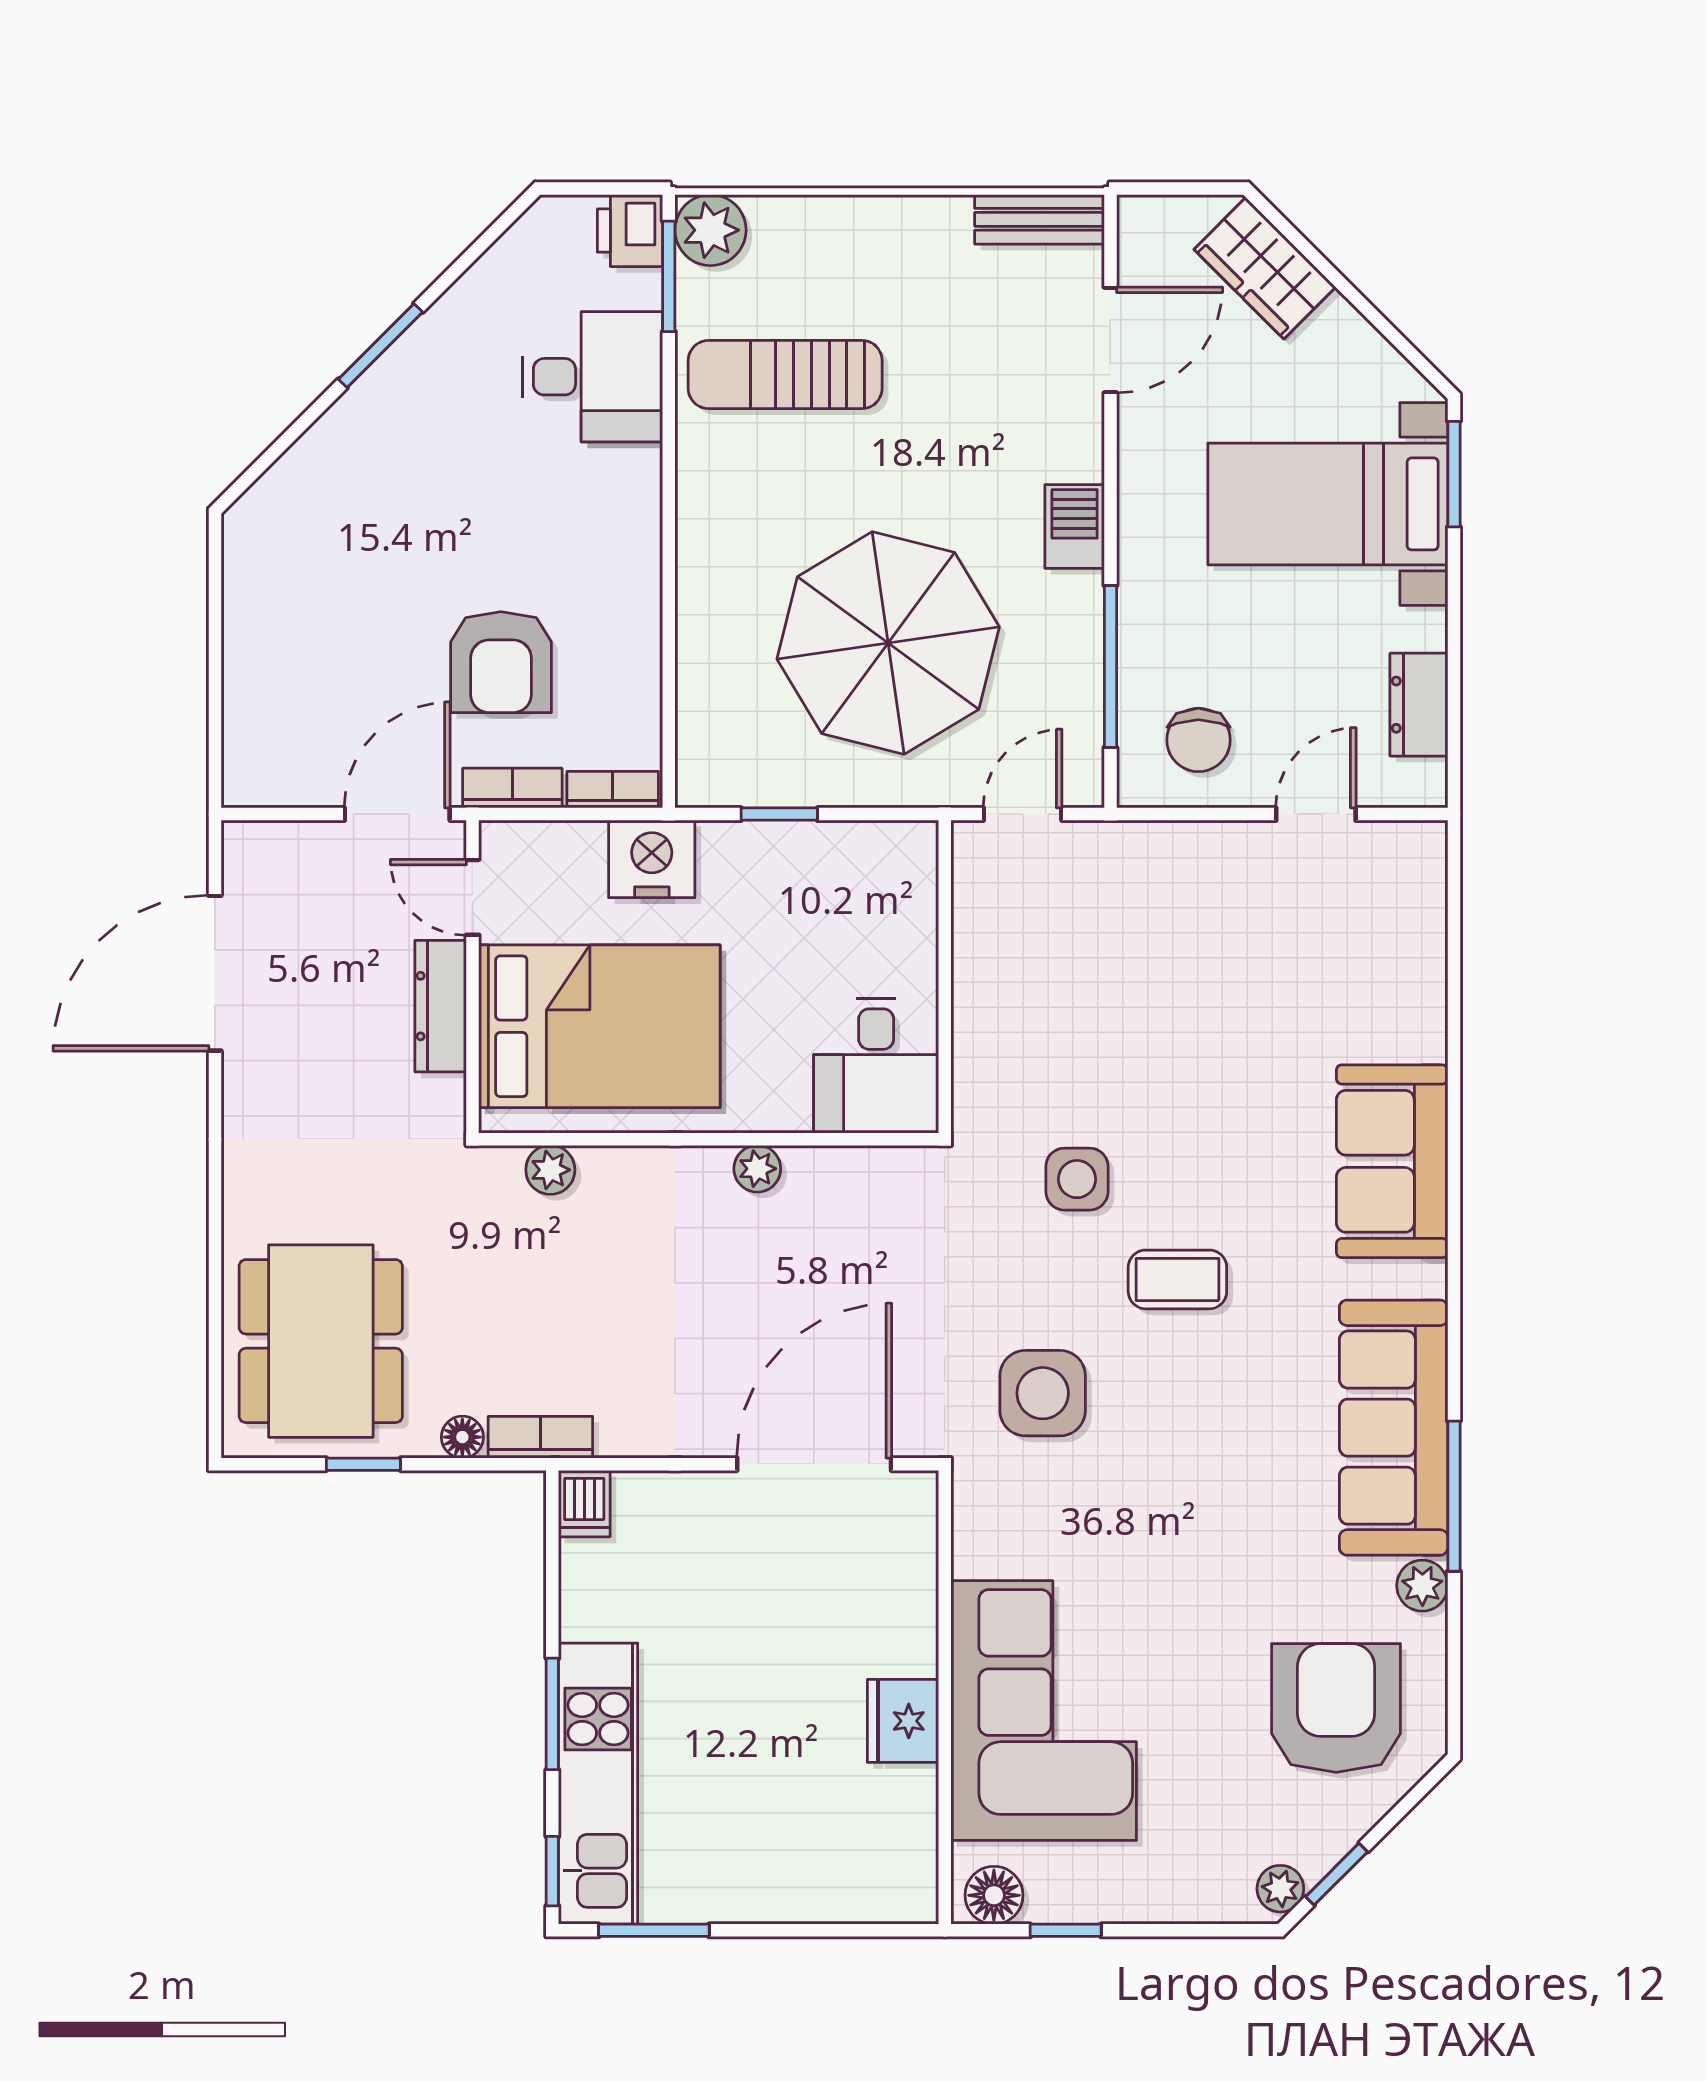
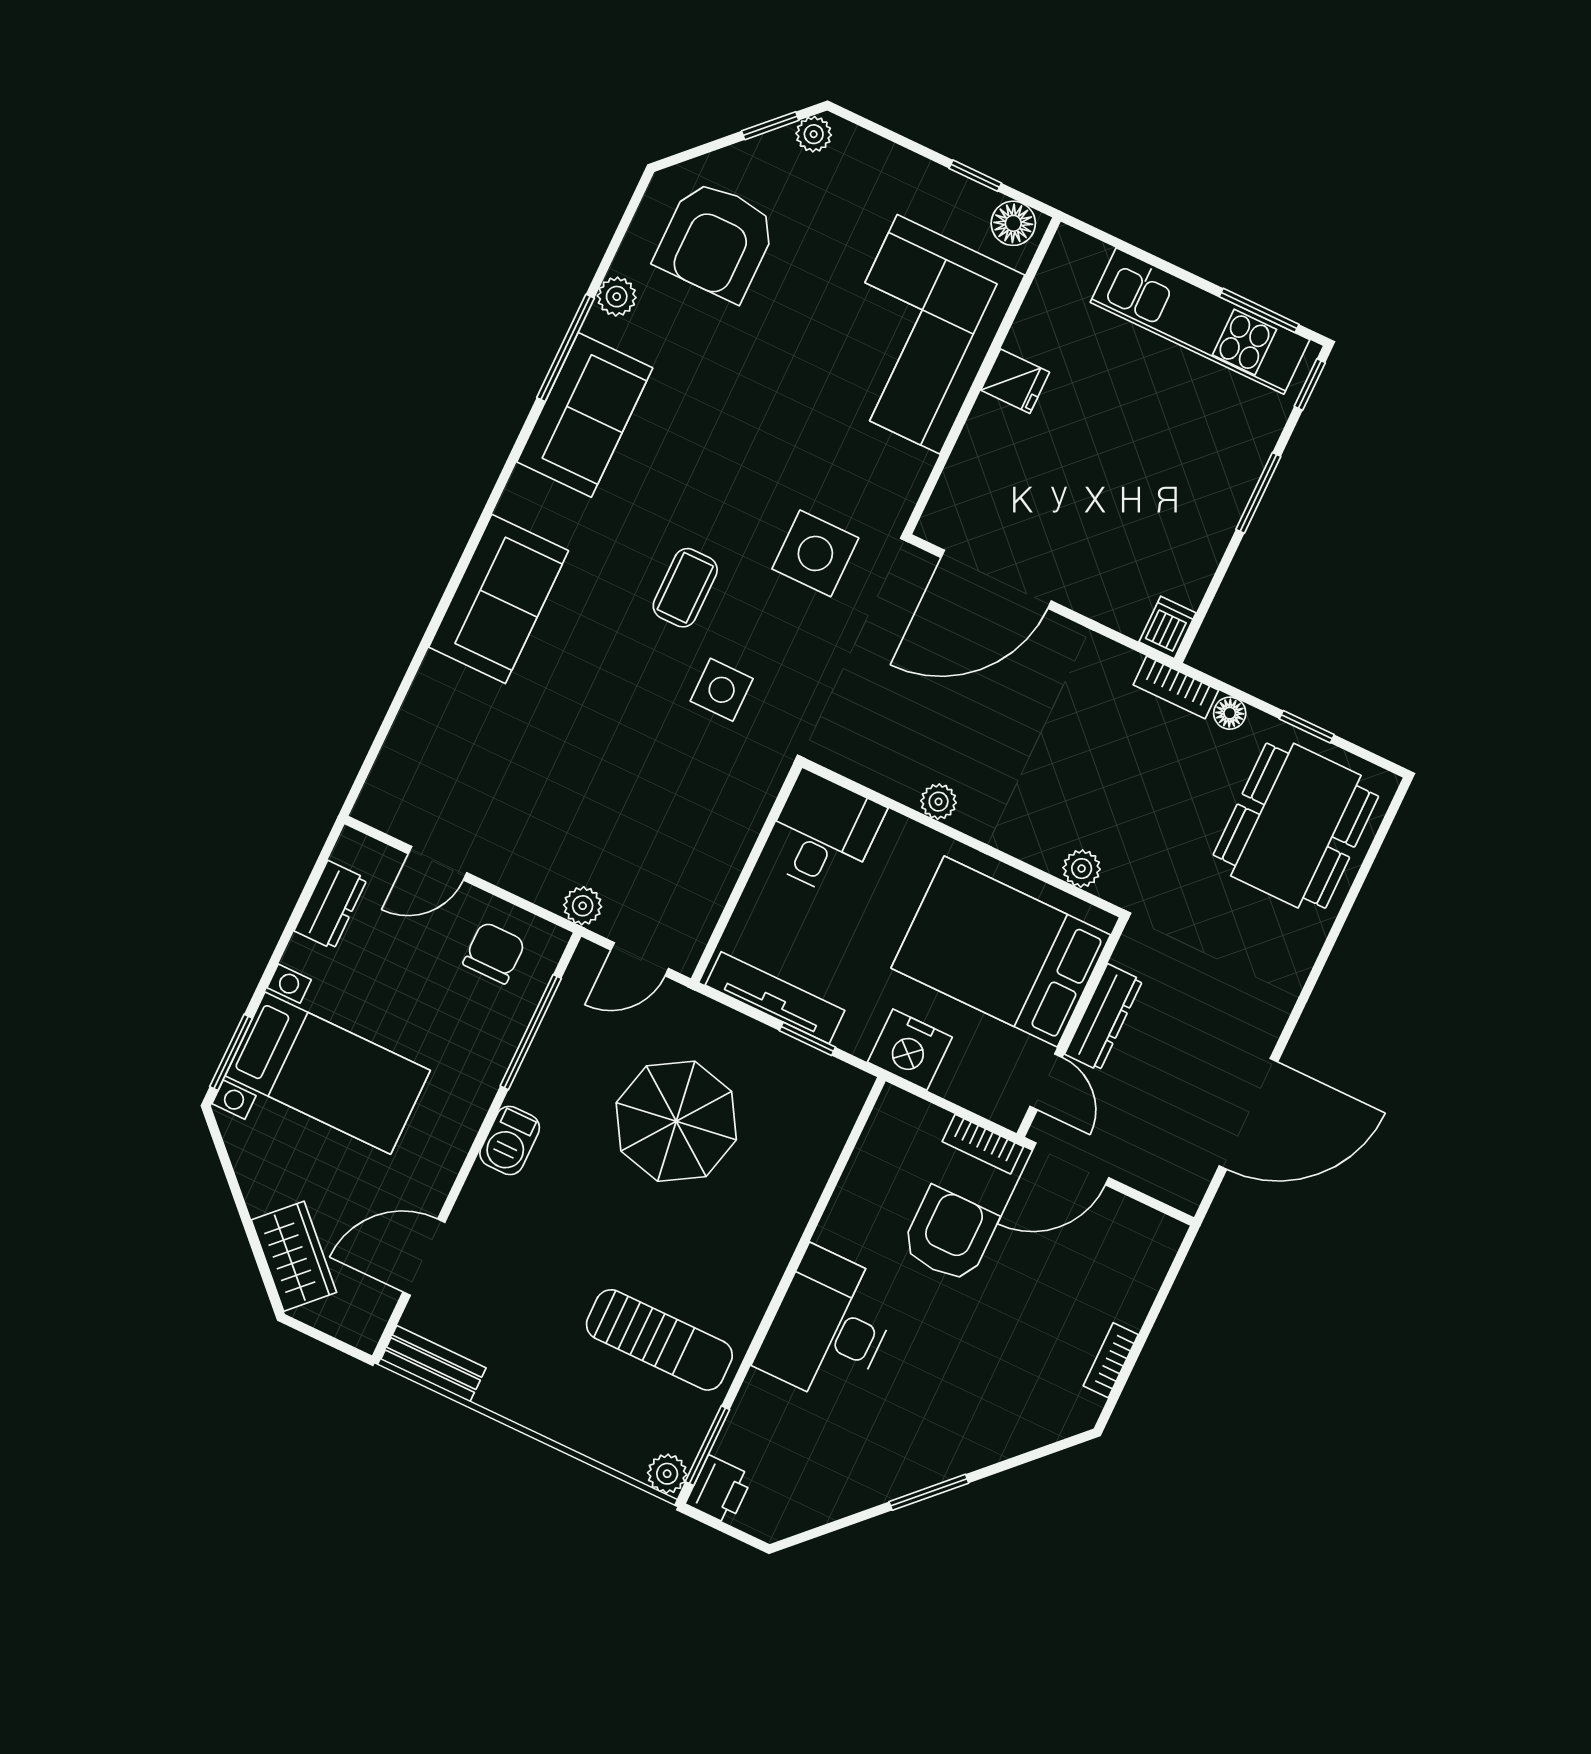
plant: (711, 230) -> (667, 1474), width x0.73, depth x0.73
desk: (592, 377) -> (829, 1327), moved, width x1.37
parasol: (888, 643) -> (676, 1121), width x0.73, depth x0.73
bookcase: (613, 790) -> (1111, 1360), moved, turned 90
tv unit: (841, 845) -> (775, 998), added
plant: (1120, 845) -> (583, 906), added
coffee table: (1177, 1279) -> (685, 588), turned 90
sofa: (1394, 1428) -> (585, 415), width x0.73
fridge: (903, 1721) -> (1015, 381), width x0.72
kitchen unit: (598, 1784) -> (1200, 321), moved, turned -90

